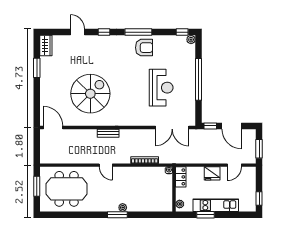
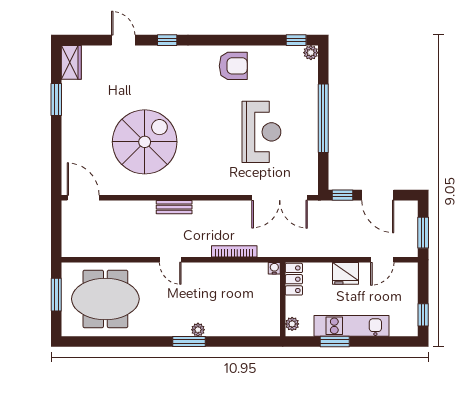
window: (138, 32) -> (224, 40), removed

